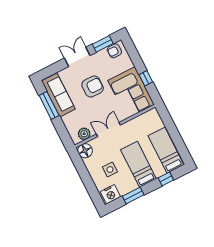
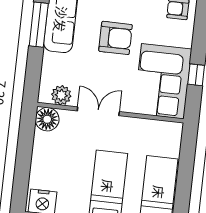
side table: (110, 169) -> (64, 168), removed

